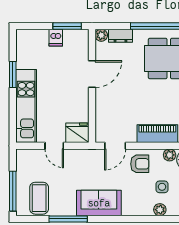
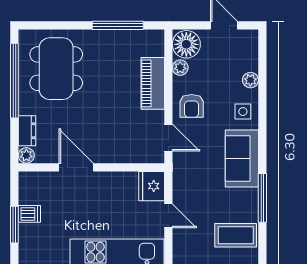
window: (67, 26) -> (14, 225), moved
door: (54, 146) -> (168, 216), hinge flipped
armchair: (140, 164) -> (192, 106), turned 180
side table: (162, 187) -> (243, 112), moved

